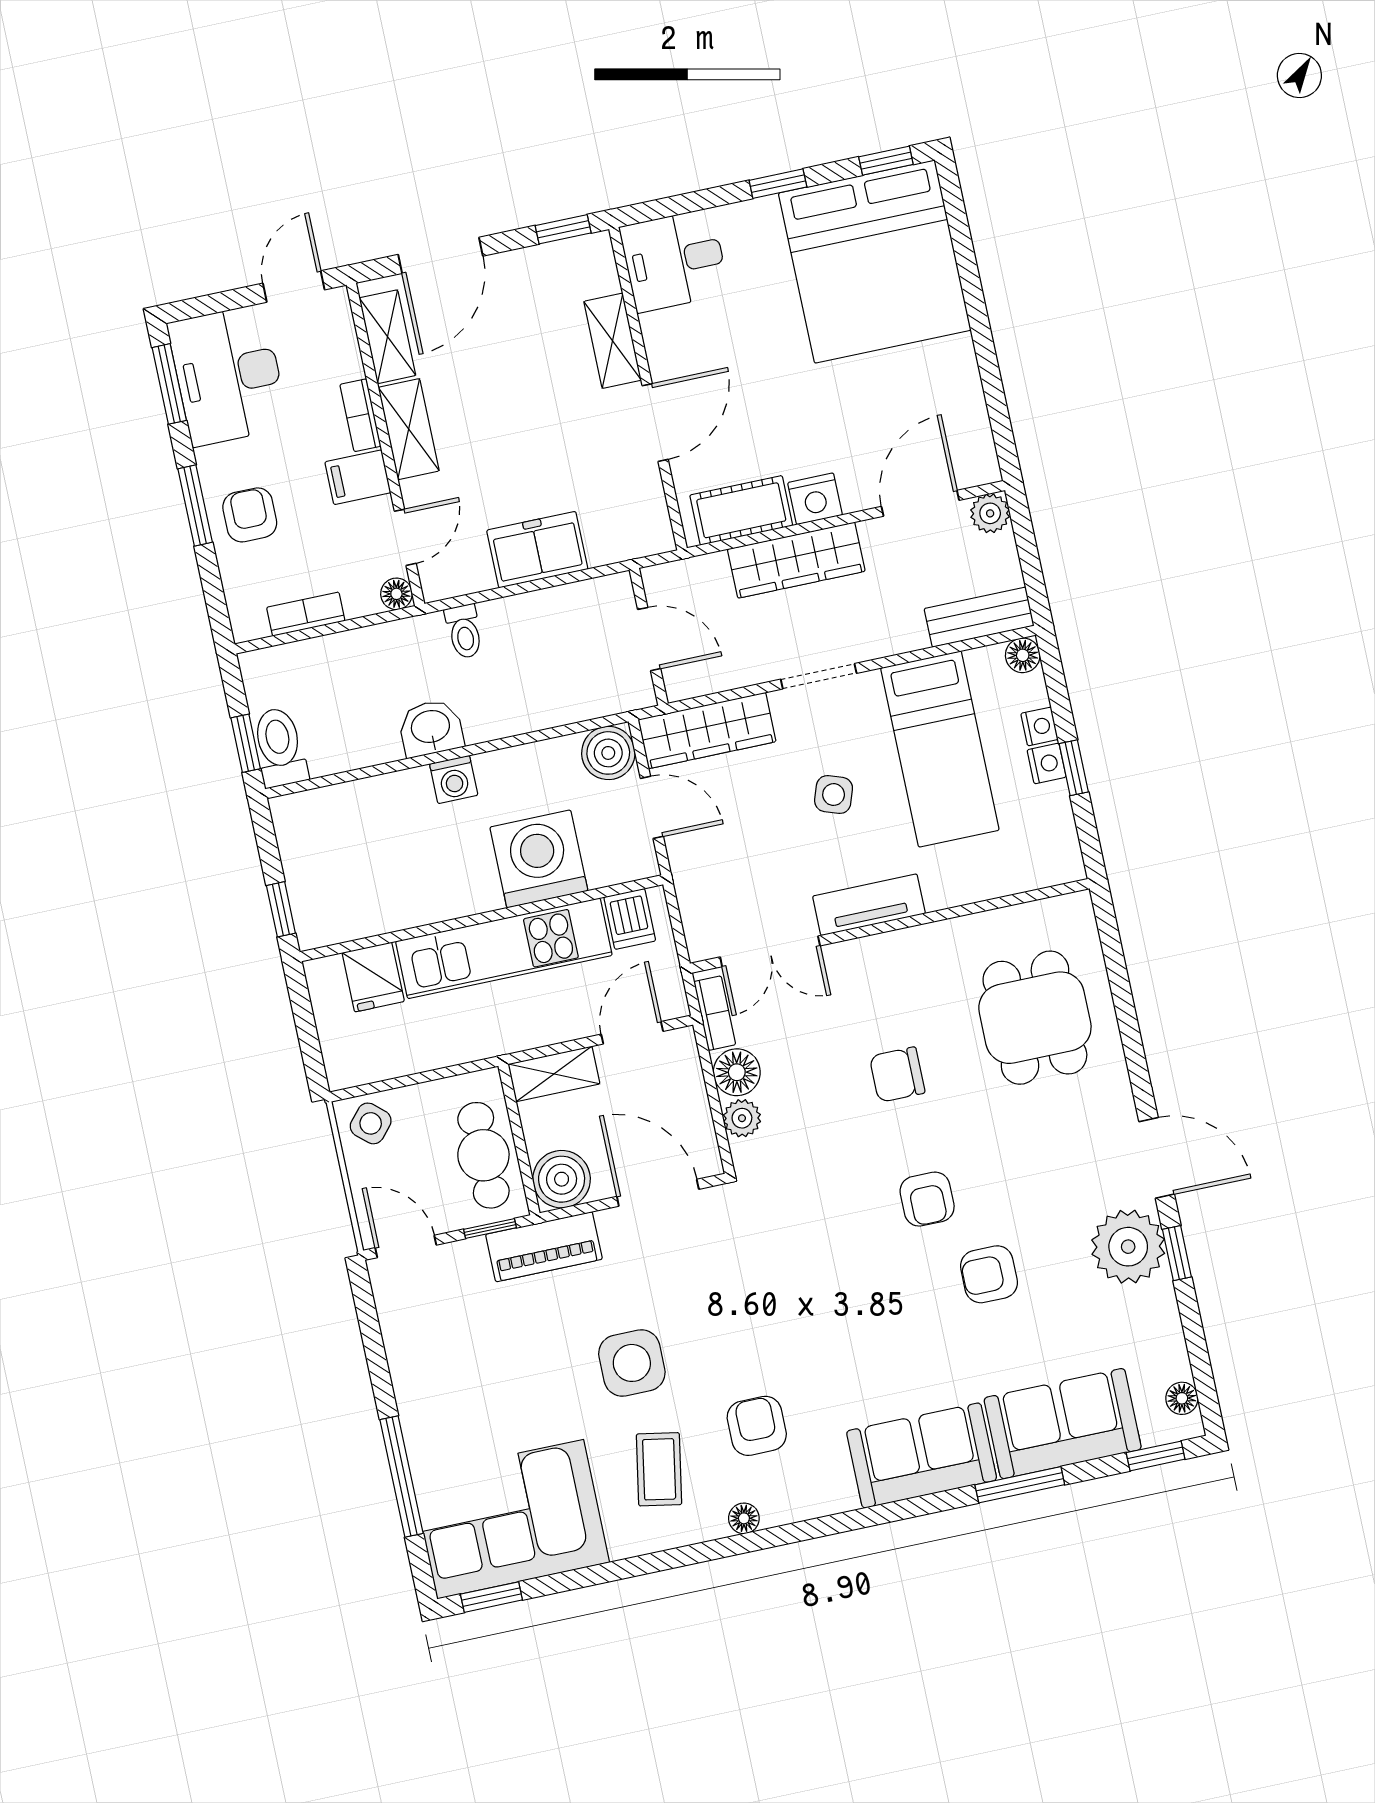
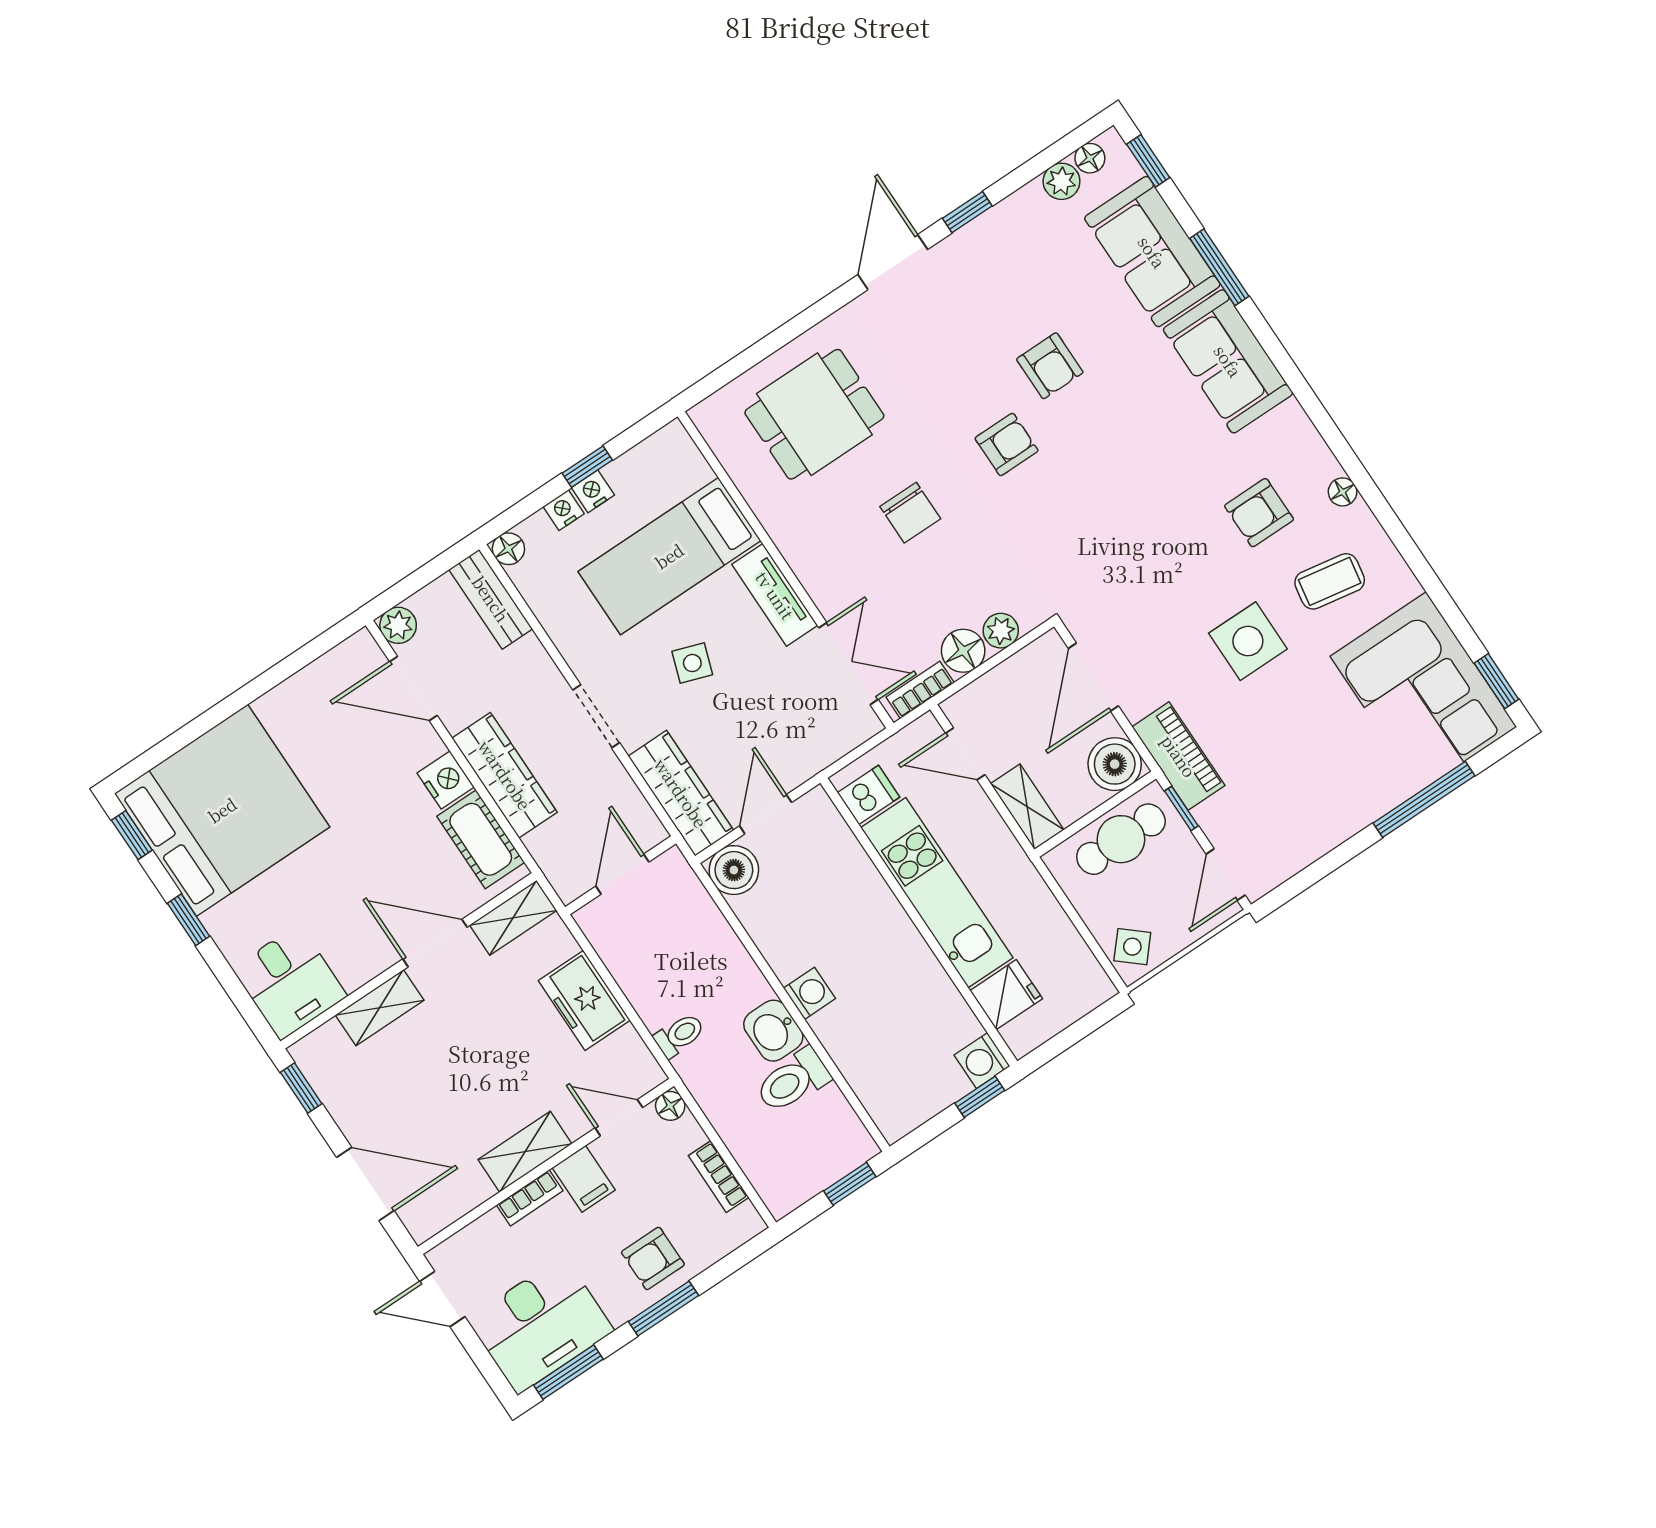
shelving: (387, 337) -> (513, 918), moved
toilet: (280, 747) -> (793, 1081), moved
bed: (940, 749) -> (669, 556), moved, turned 180
washing machine: (539, 859) -> (982, 1061), moved, width x0.53, depth x0.53
plant: (1128, 1247) -> (1061, 181), moved, width x0.53, depth x0.53

